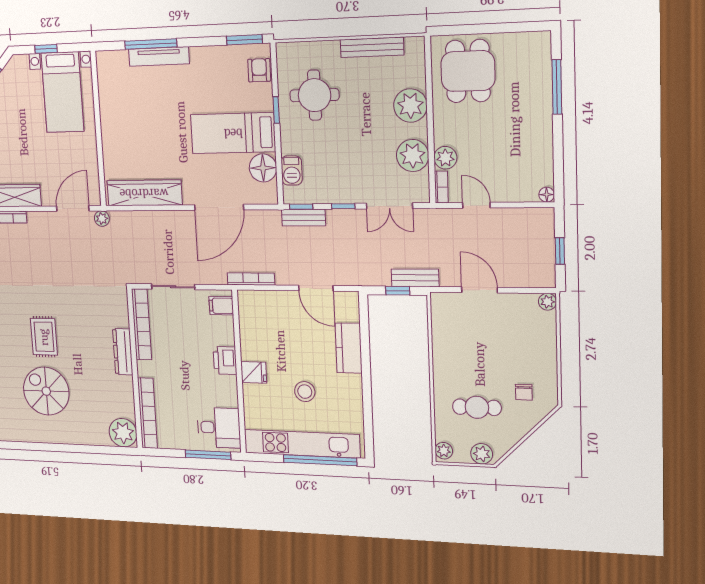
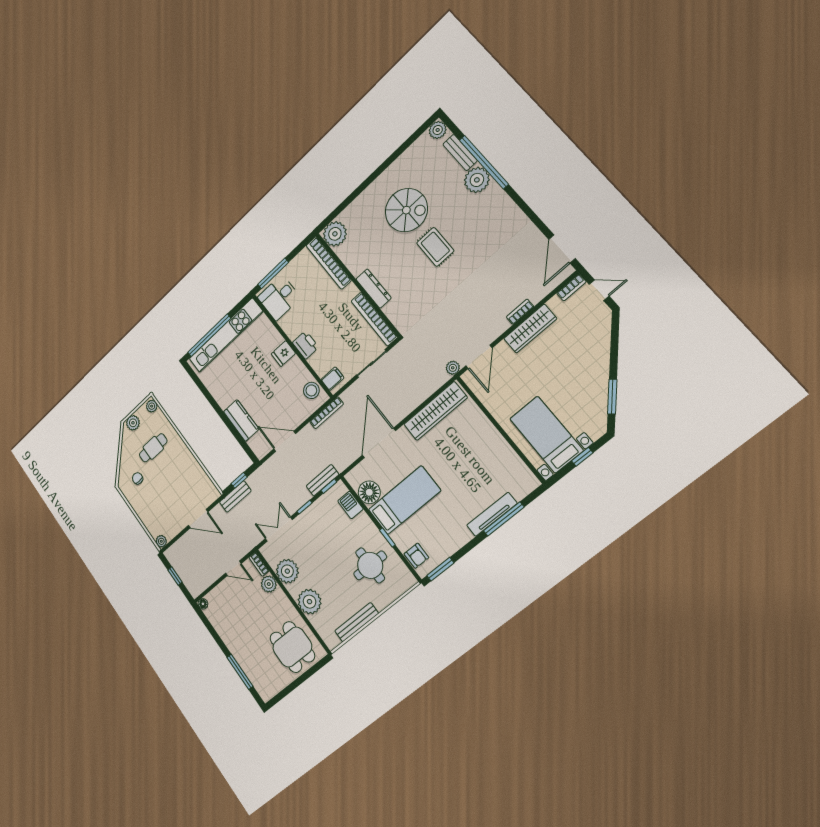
stool: (305, 392) -> (311, 390), moved

